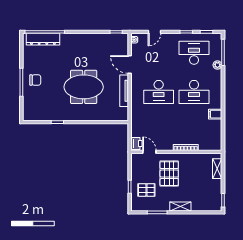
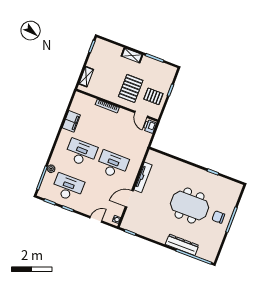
dresser: (43, 39) -> (182, 245), moved
desk: (194, 53) -> (68, 188), turned 180
door: (130, 65) -> (129, 199), swing flipped
meeting table: (84, 87) -> (190, 206), moved
filing cabinet: (215, 114) -> (71, 121), width x2.00
pallet: (146, 190) -> (153, 96), moved

